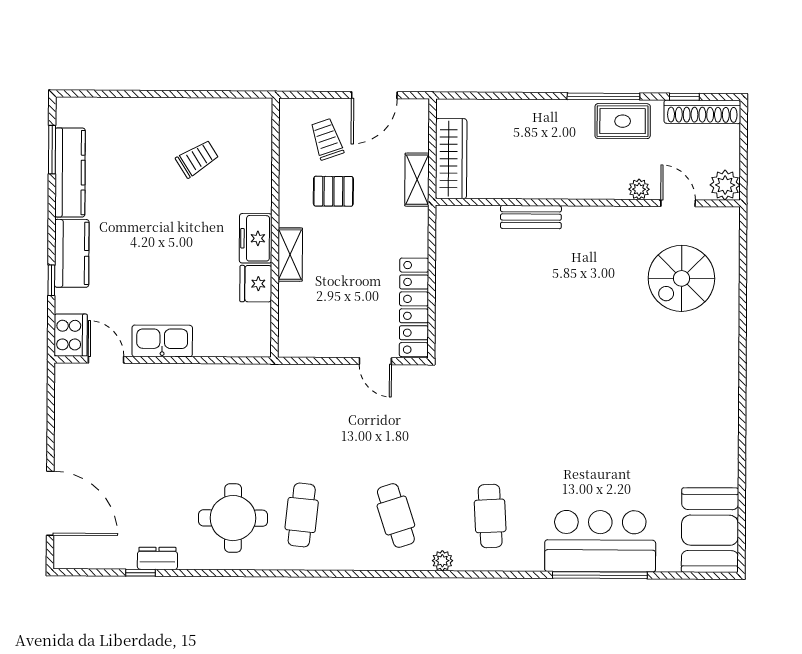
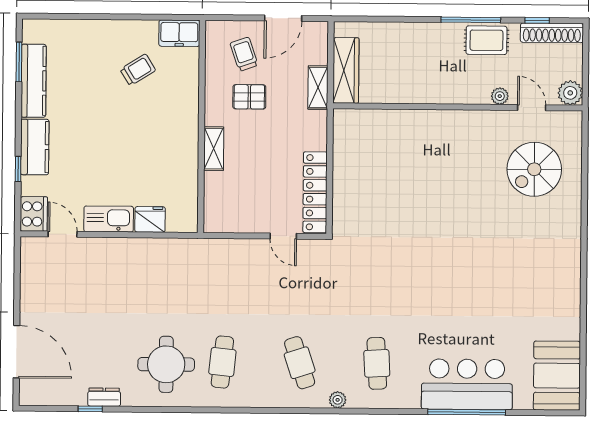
bench: (531, 217) -> (411, 119), removed
freezer: (256, 238) -> (179, 33), moved, turned -90
fridge: (256, 284) -> (150, 219), moved, turned 90

